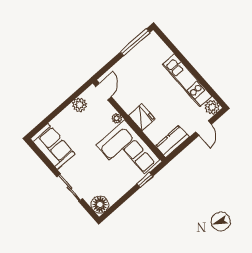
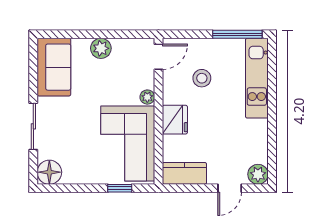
kitchen unit: (187, 80) -> (257, 78), moved
stool: (137, 83) -> (202, 78), added
plant: (80, 105) -> (101, 48), moved

